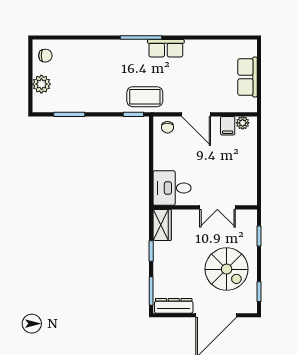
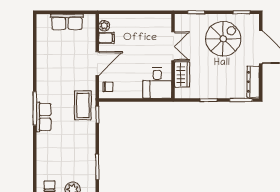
row of seats: (166, 48) -> (44, 117), moved
wardrobe: (162, 225) -> (182, 74), moved, turned 90

